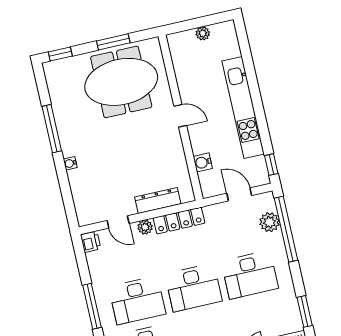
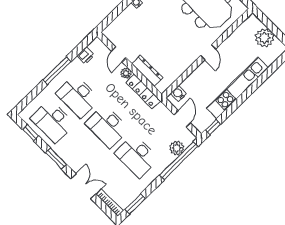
plant: (203, 33) -> (264, 38), width x1.88, depth x1.88
water cooler: (203, 162) -> (178, 94), moved
printer: (91, 242) -> (86, 56), moved

